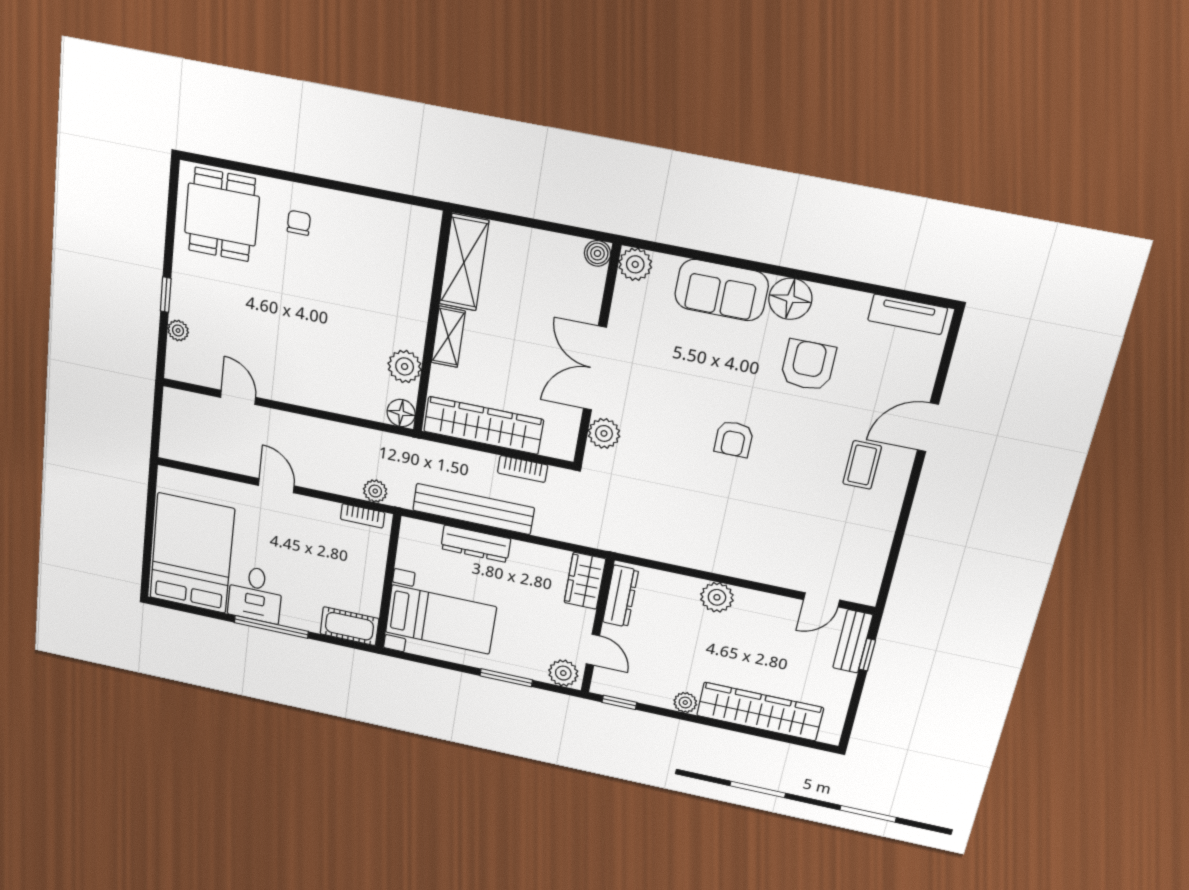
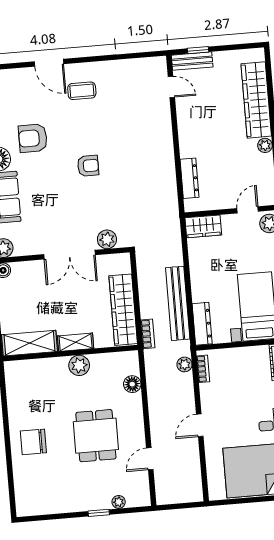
dining table: (222, 215) -> (96, 436), moved, turned 90
chair: (299, 223) -> (33, 442), width x1.87, depth x1.87
plant: (405, 366) -> (79, 365), moved
floor lamp: (401, 413) -> (132, 384), moved
bookcase: (523, 469) -> (148, 334), moved
dresser: (476, 544) -> (202, 324), moved
dresser: (621, 596) -> (189, 178), moved, turned 90
plant: (717, 597) -> (189, 147), removed

